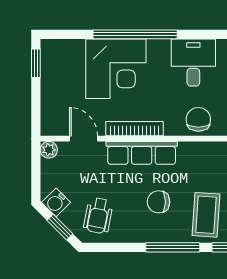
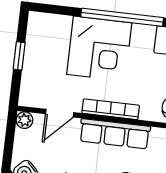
window: (36, 63) -> (19, 56), moved
door: (83, 139) -> (60, 113), swing flipped

